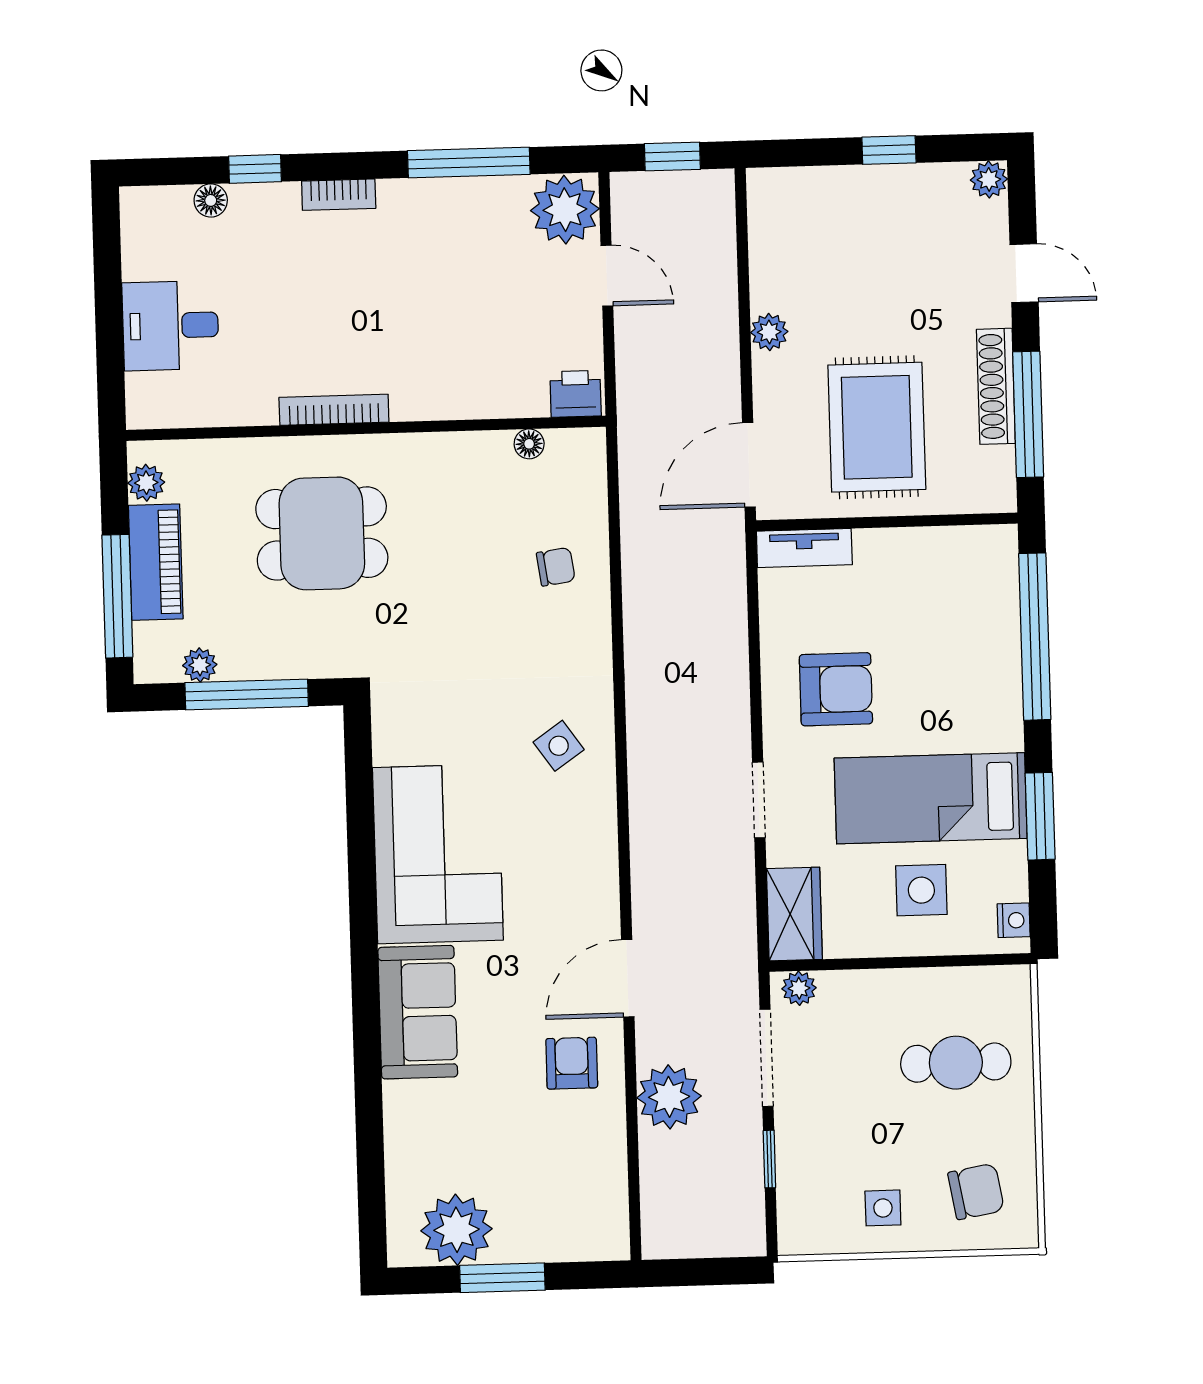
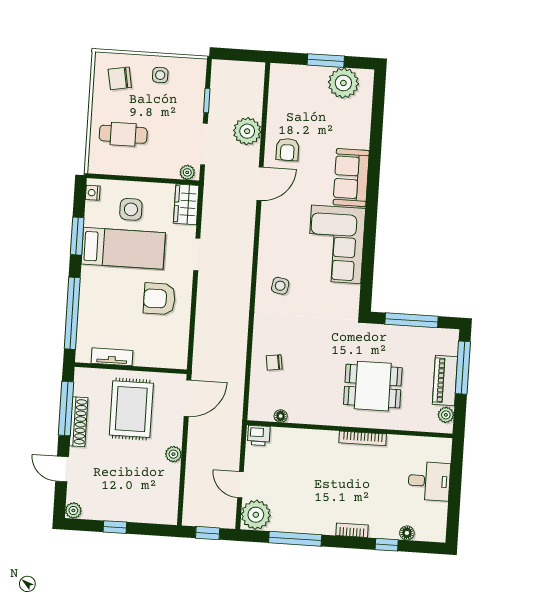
tv unit: (804, 548) -> (112, 357), moved
plant: (200, 665) -> (430, 335), removed
side table: (559, 746) -> (280, 286), turned 45

